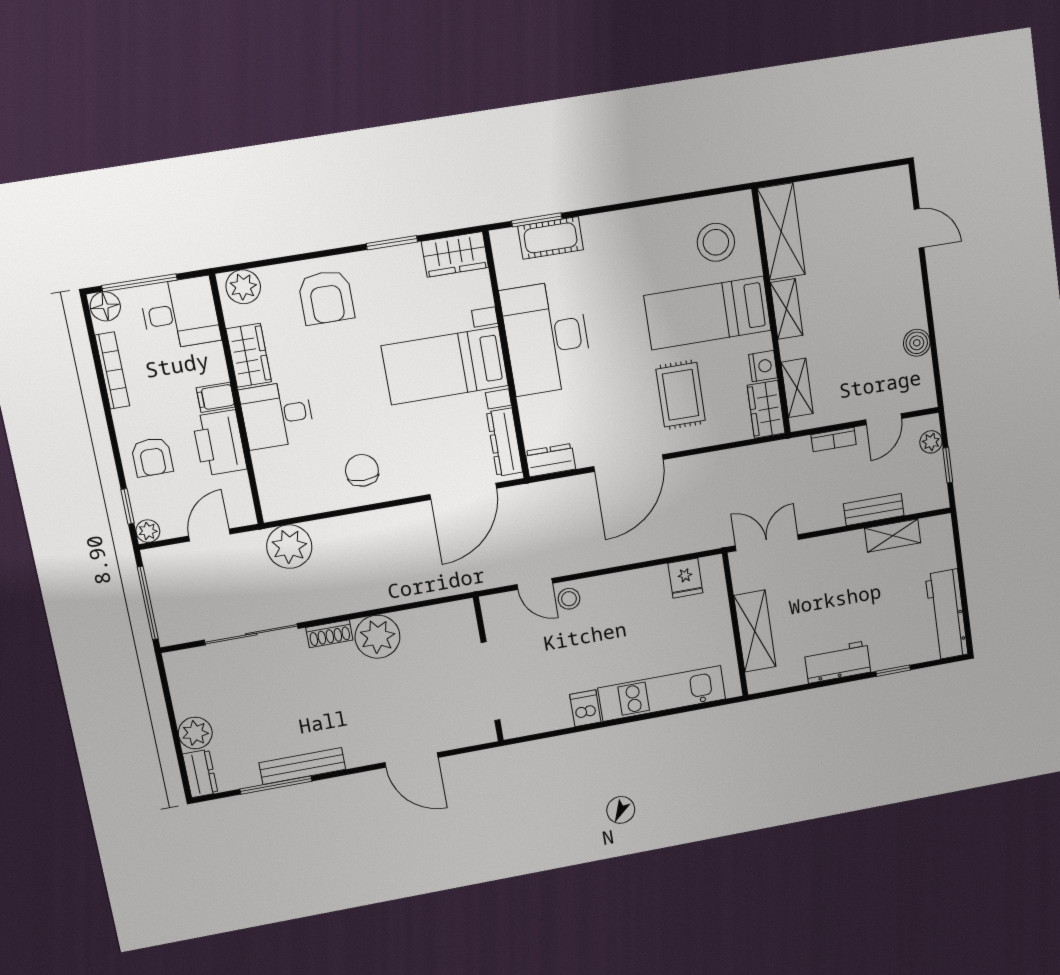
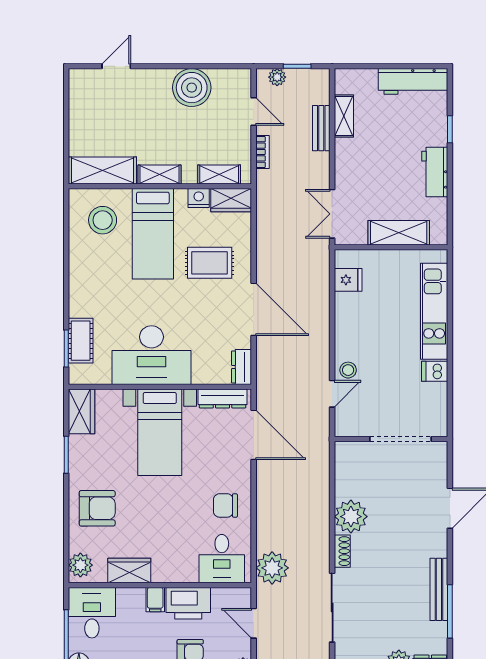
boiler: (917, 343) -> (192, 88), width x1.86, depth x1.86
desk: (277, 415) -> (222, 559), moved

